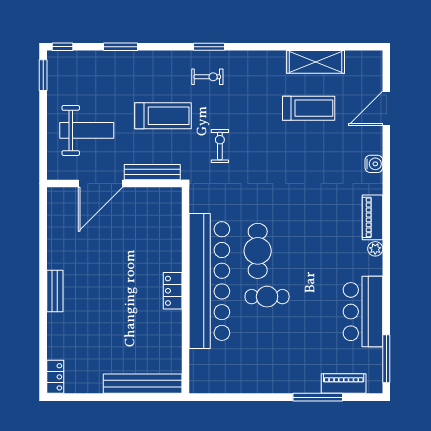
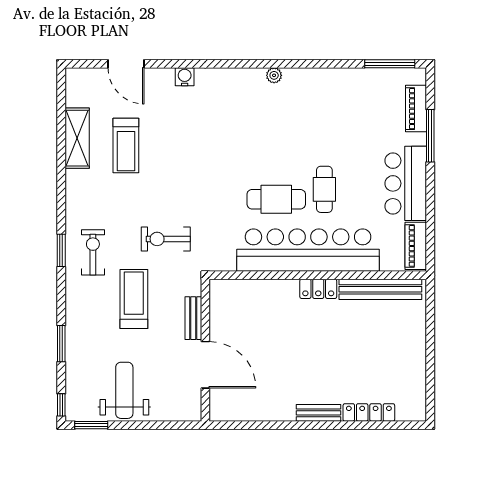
exercise bike: (207, 77) -> (93, 252), width x1.38, depth x1.39
treadmill: (309, 108) -> (126, 146), turned 180
weight bench: (87, 130) -> (124, 390), moved
exercise bike: (220, 146) -> (166, 239), width x1.38, depth x1.39
bench: (152, 172) -> (193, 318), width x0.73
piano: (373, 217) -> (416, 246), moved, turned 90
bar counter: (363, 312) -> (406, 183), moved, turned 90
locker: (55, 377) -> (369, 412), moved, width x1.53
bench: (143, 384) -> (380, 289), moved, turned 90

